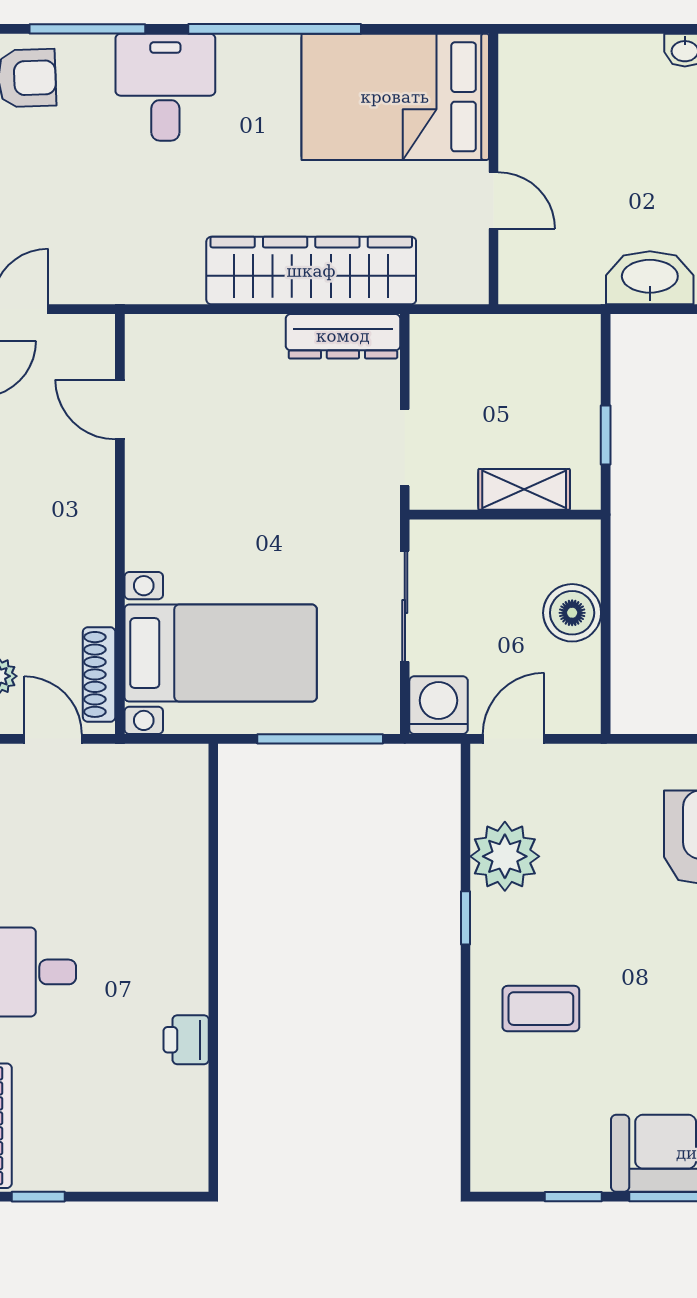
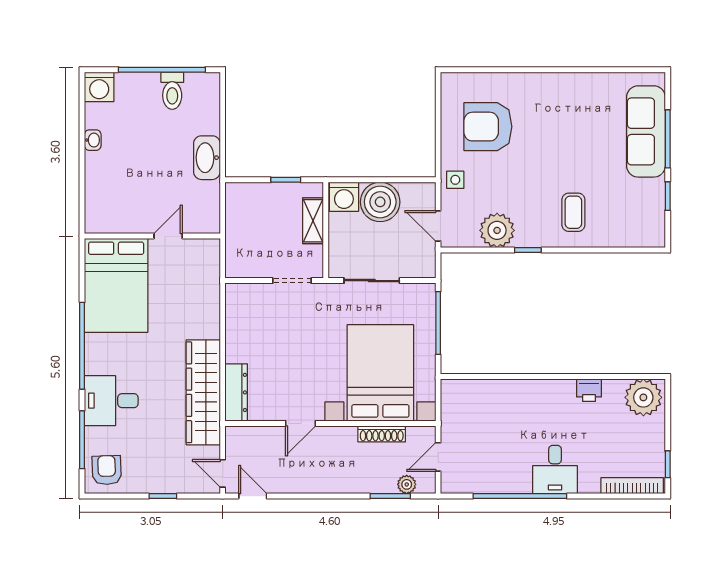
wardrobe: (311, 271) -> (203, 392), moved
dresser: (343, 336) -> (236, 392), moved
door: (120, 410) -> (301, 423), moved
boiler: (572, 613) -> (380, 202), width x1.37, depth x1.37
bed with nightstands: (221, 653) -> (380, 373), width x1.36
shoe rack: (99, 674) -> (382, 434), moved
washing machine: (439, 705) -> (344, 197), moved, turned -90
side table: (606, 773) -> (455, 180), added
plant: (172, 1148) -> (643, 397), added

